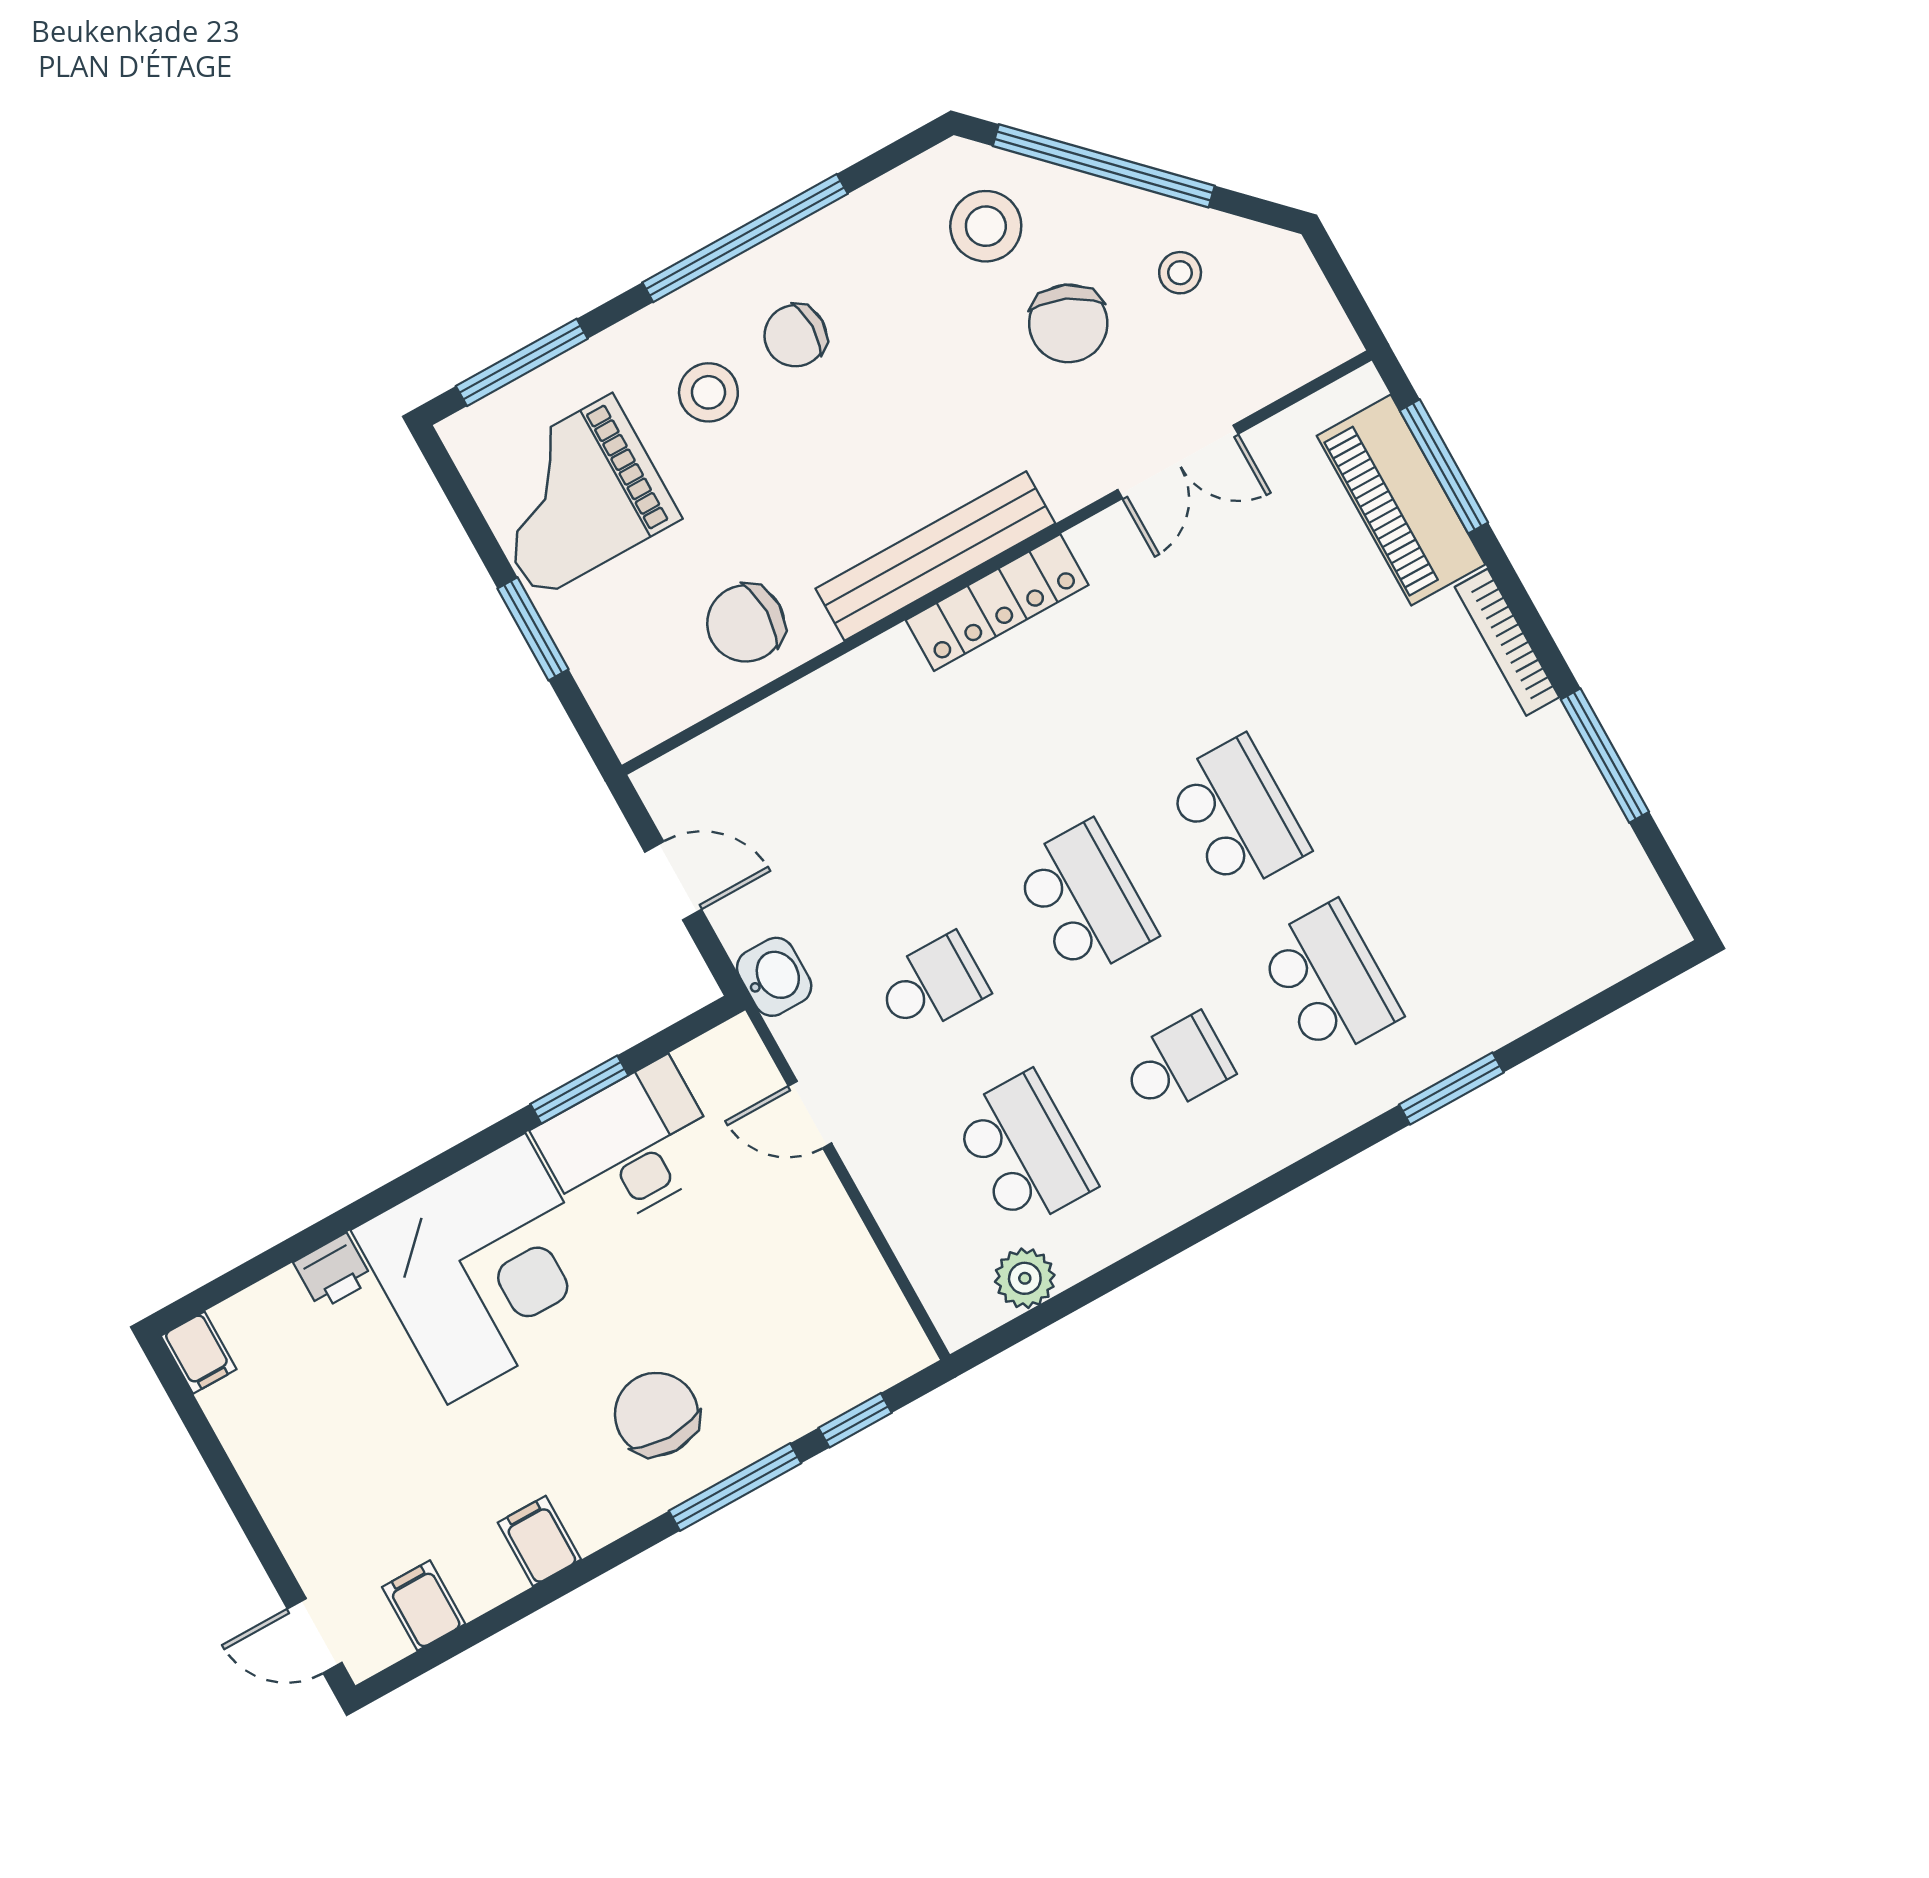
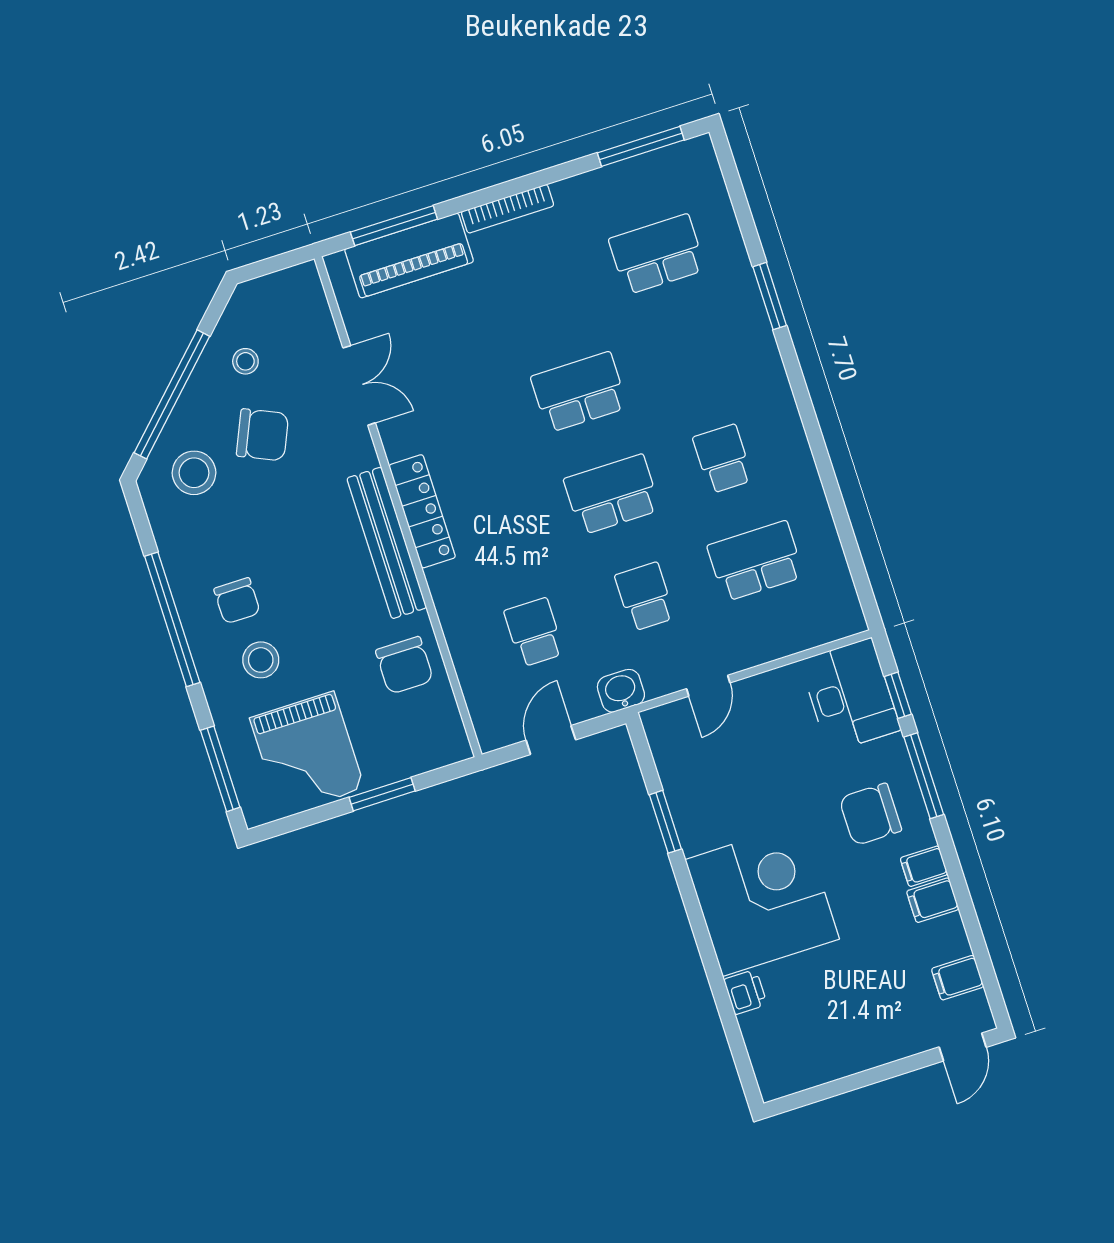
window: (1605, 756) -> (641, 146), moved
school desk: (840, 819) -> (534, 632), added
school desk: (1329, 980) -> (657, 254), moved
desk: (629, 1146) -> (850, 695), moved, turned 180
plant: (1025, 1278) -> (833, 576), removed
filing cabinet: (199, 1353) -> (924, 866), moved, turned 180

